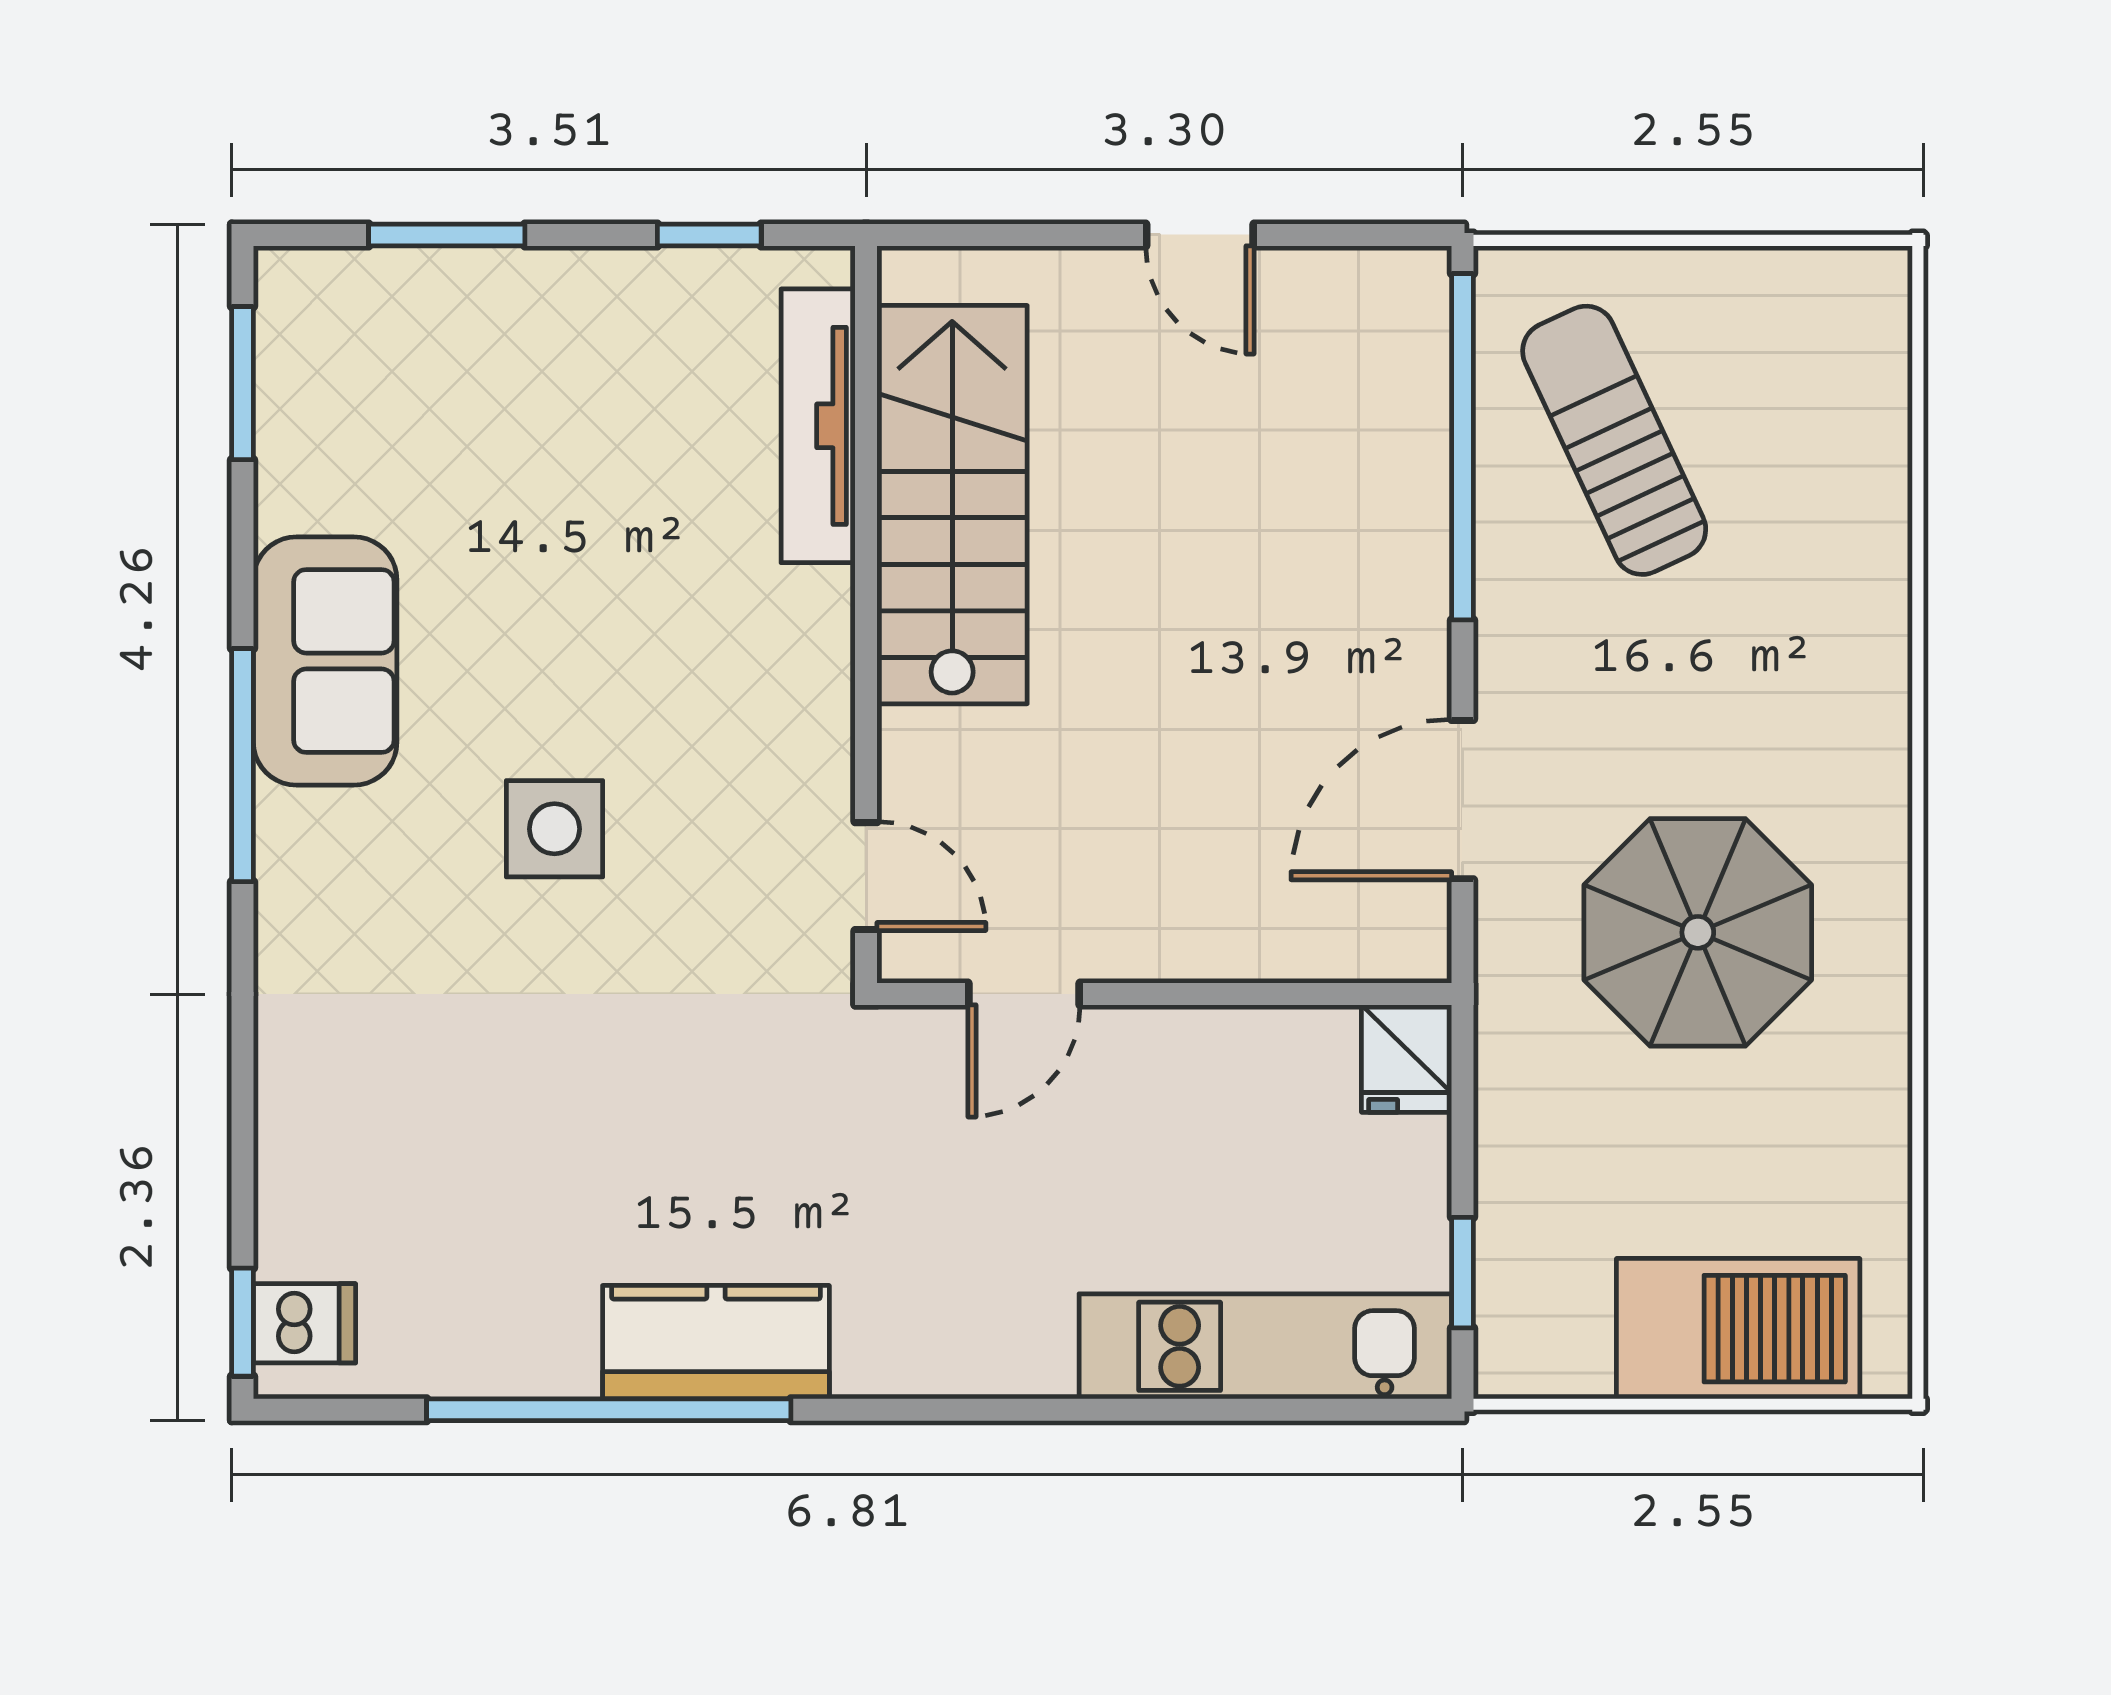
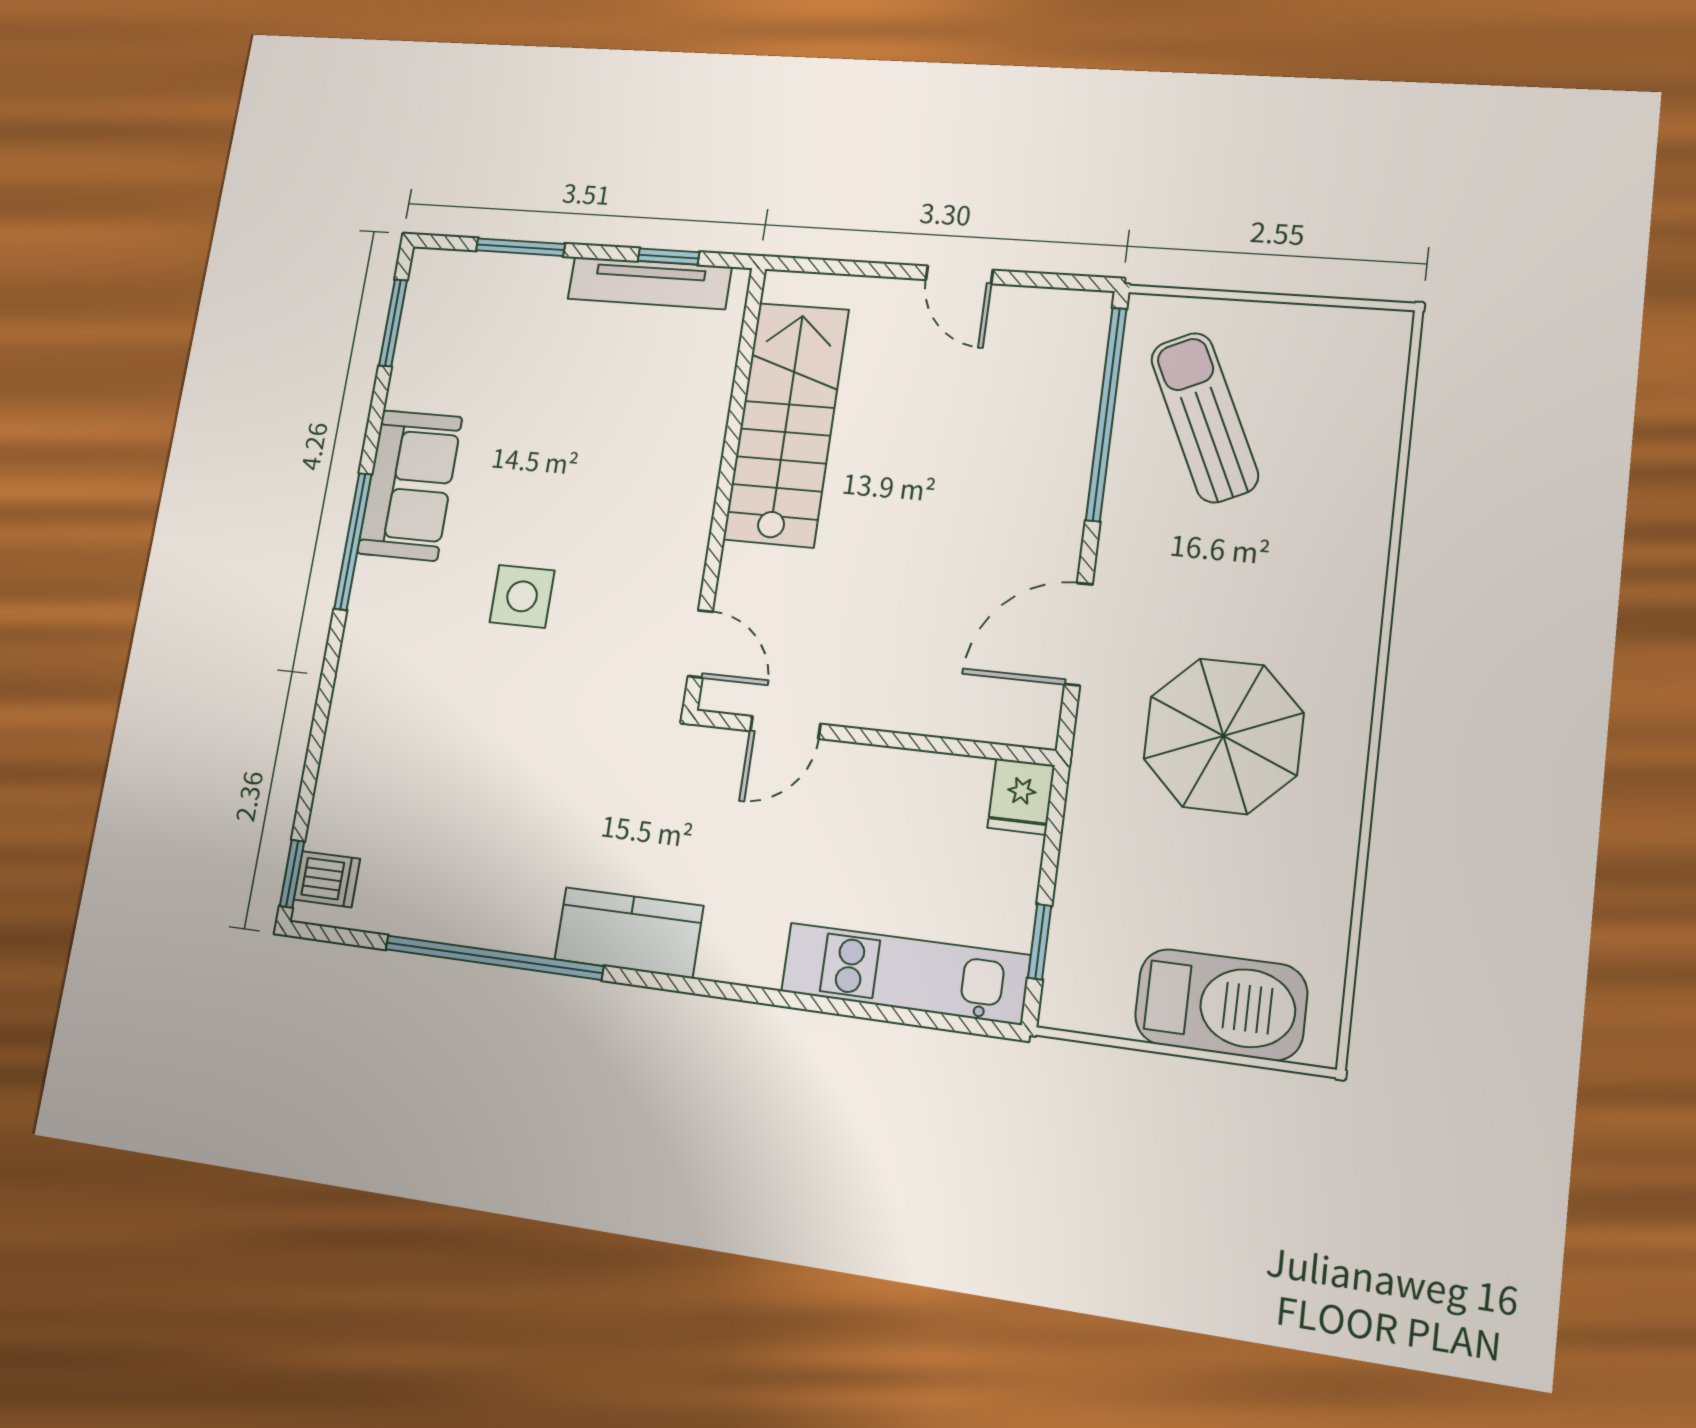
tv unit: (818, 426) -> (649, 283), moved, turned -90
kitchen counter: (716, 1342) -> (629, 933), moved

